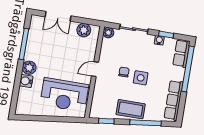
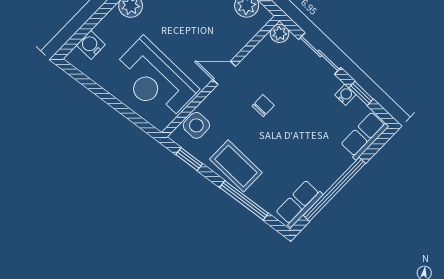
window: (188, 69) -> (334, 189), moved
side table: (141, 78) -> (196, 125), moved
water cooler: (26, 81) -> (91, 45), moved
row of seats: (174, 100) -> (299, 204), width x0.68

